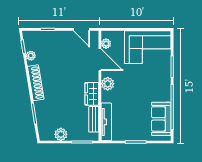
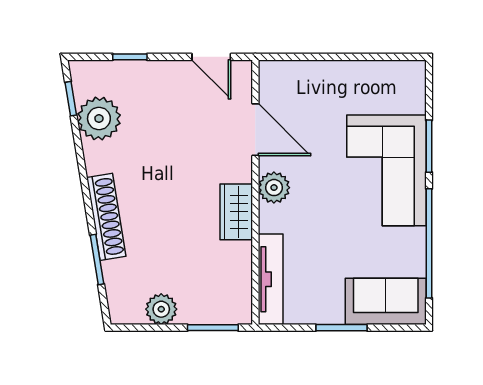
plant: (106, 44) -> (270, 91), removed
corner sofa: (148, 47) -> (386, 170), moved, turned 90
plant: (31, 56) -> (99, 119), width x1.88, depth x1.88
shoe rack: (36, 83) -> (106, 217), moved
bench: (94, 119) -> (241, 273), removed
sofa: (161, 119) -> (386, 301), moved, turned 90

